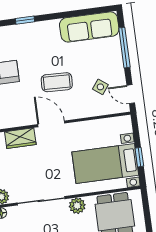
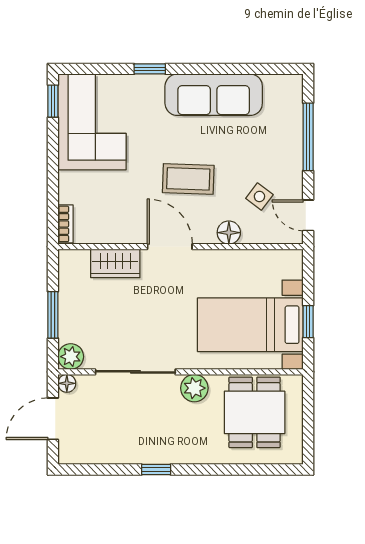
sofa: (89, 27) -> (214, 95), moved
floor lamp: (85, 111) -> (229, 233), added

